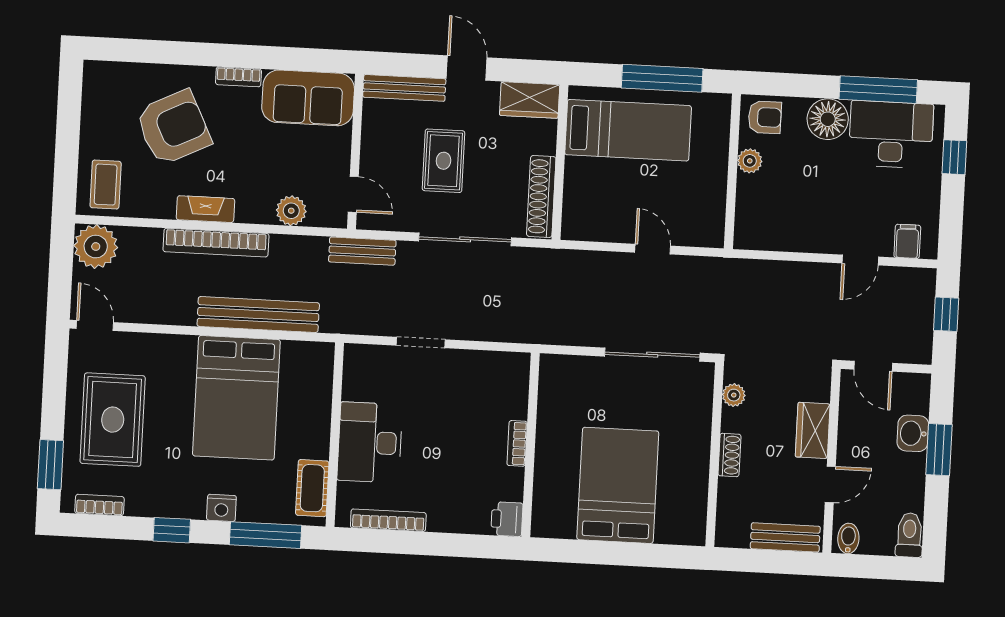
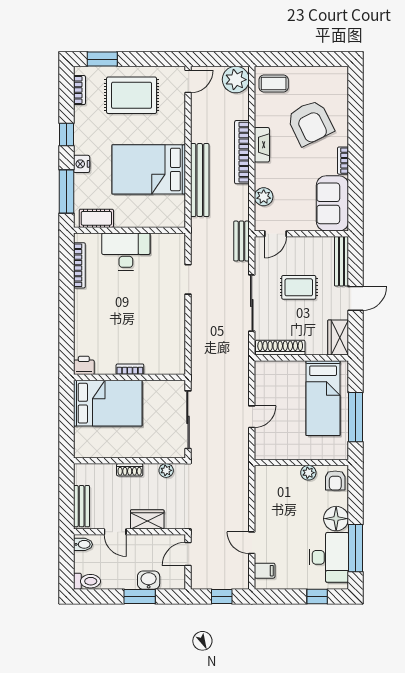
bookcase: (517, 443) -> (130, 369), moved
wall: (531, 445) -> (129, 377), moved
printer: (507, 519) -> (84, 365), moved

